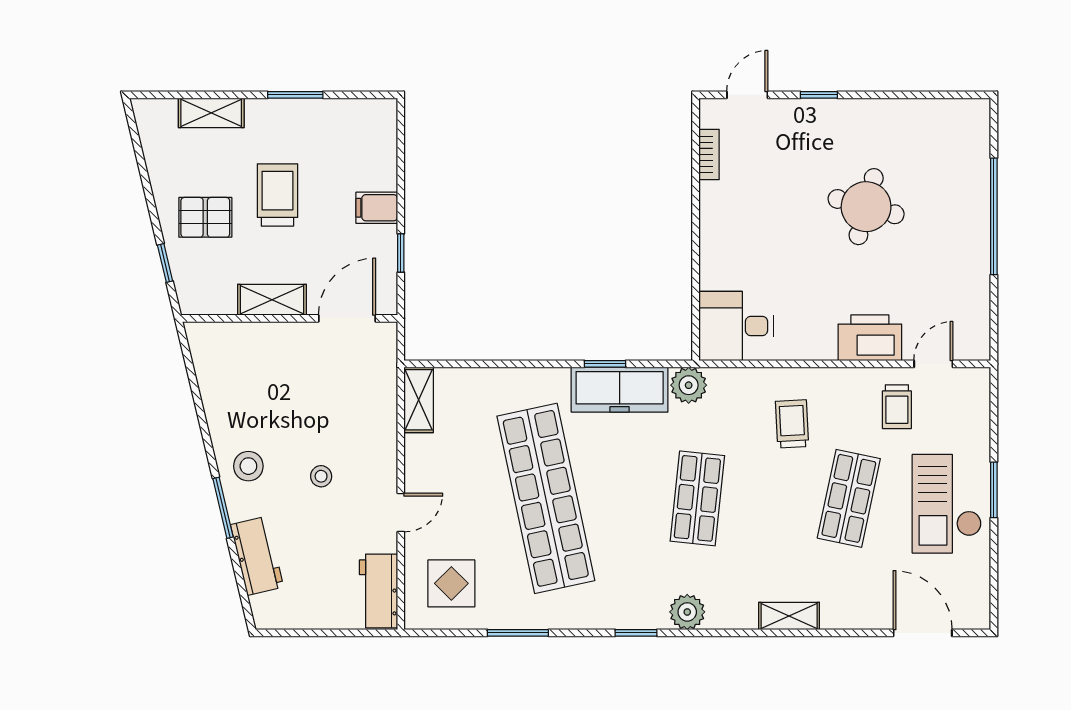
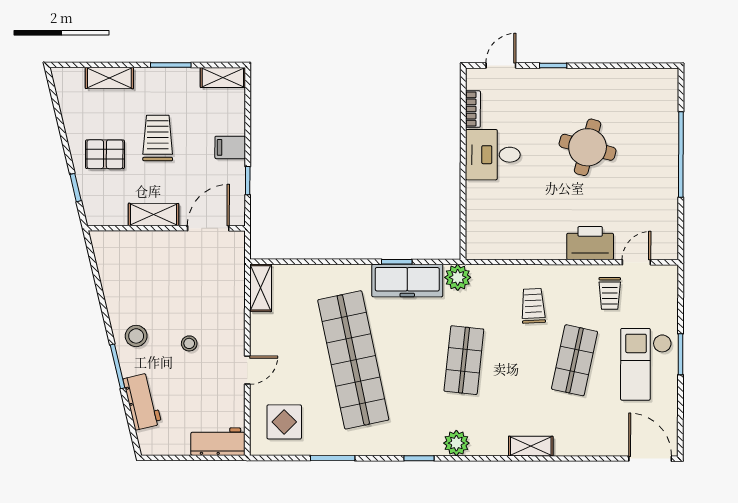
shelving: (367, 112) -> (223, 78), added
desk: (736, 326) -> (493, 155), moved
workbench: (378, 591) -> (218, 442), moved, turned 90
door: (923, 633) -> (650, 459), moved

